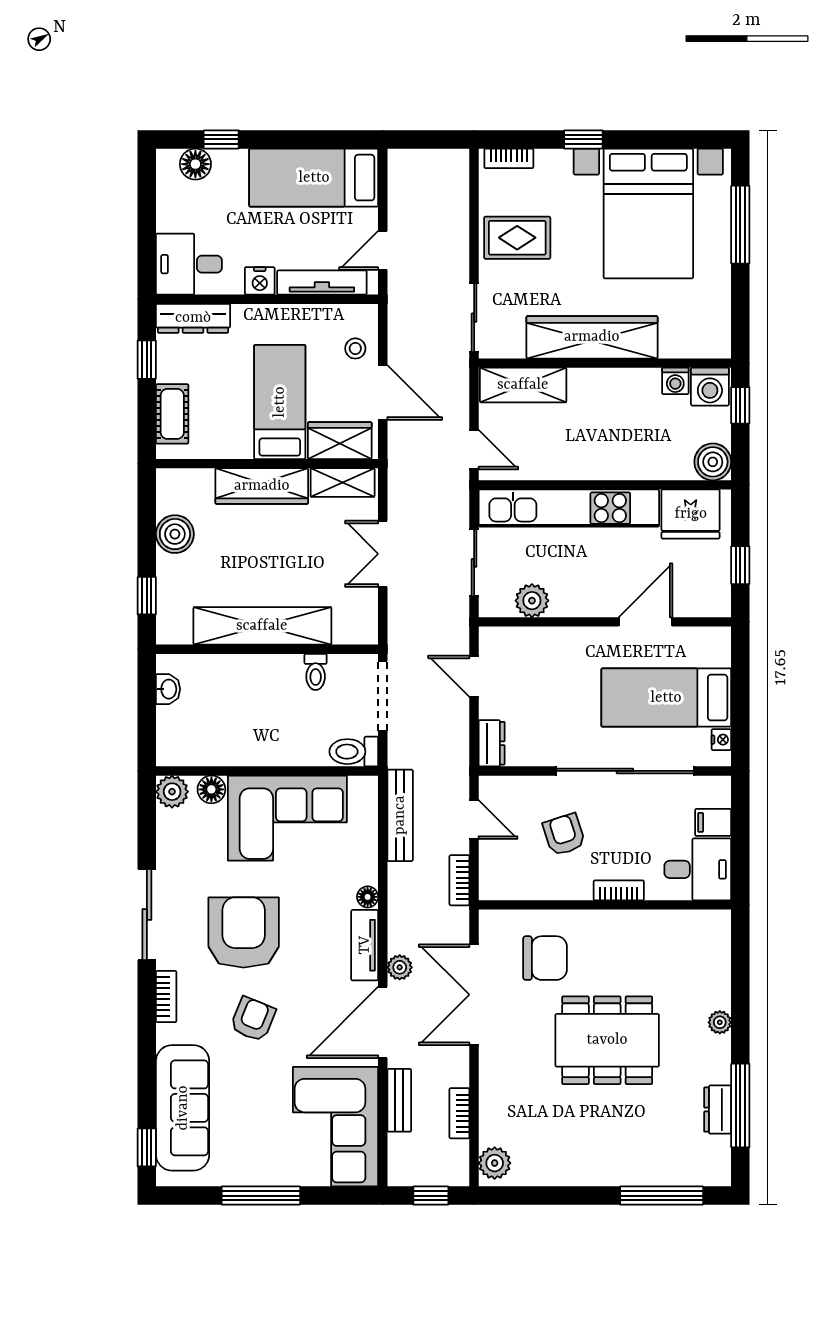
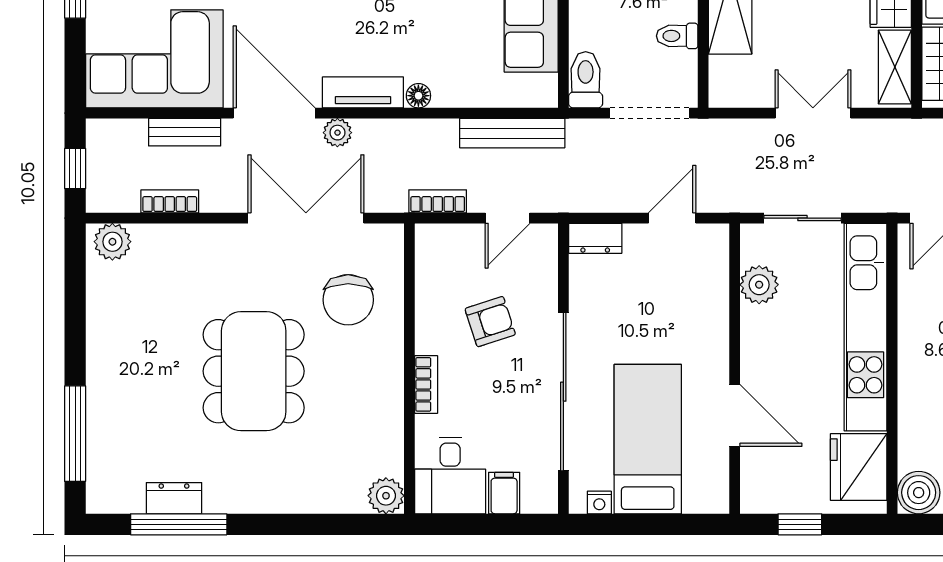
plant: (720, 1022) -> (386, 496), moved, width x1.38, depth x1.38

